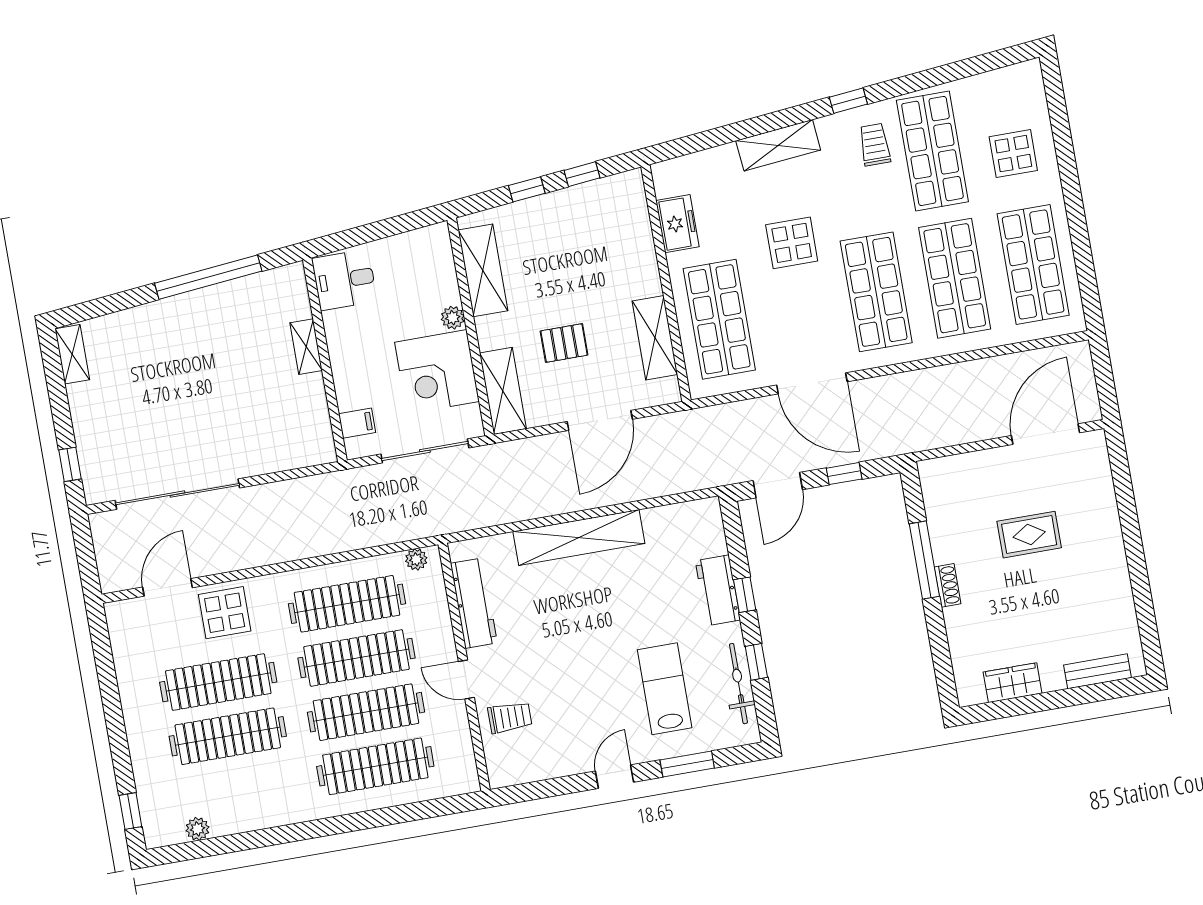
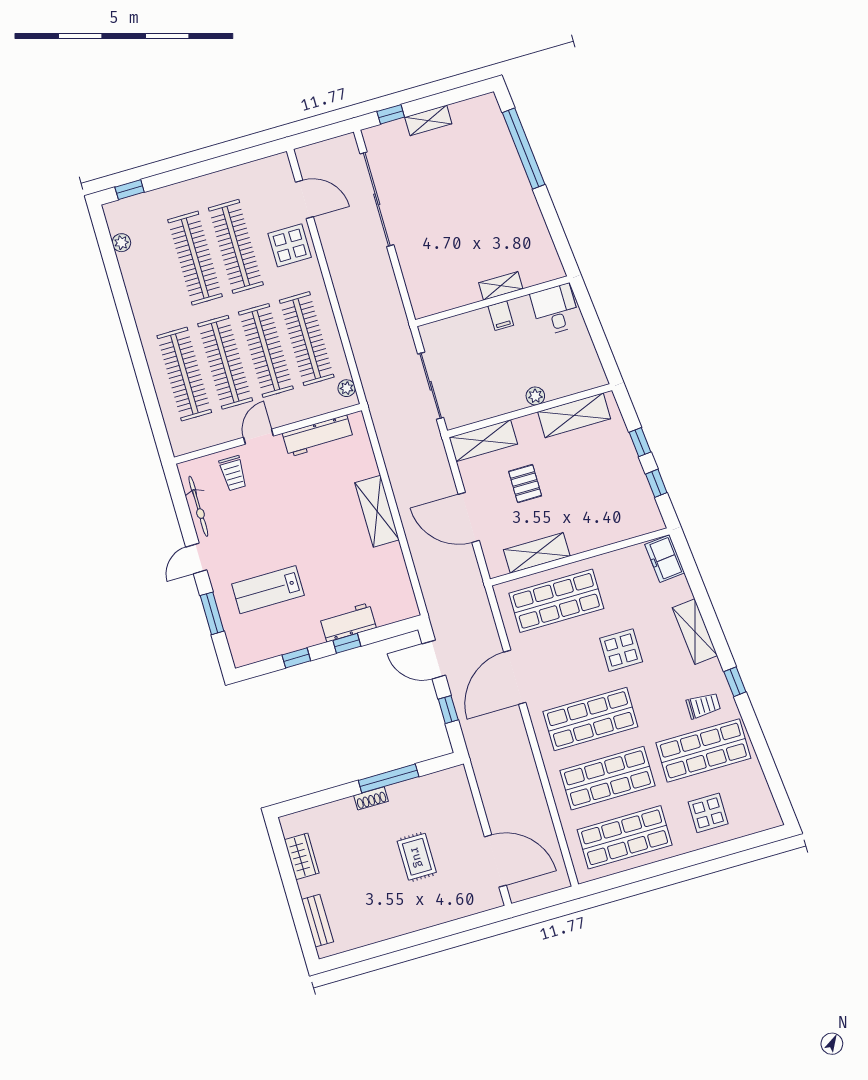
freezer: (677, 224) -> (665, 559), moved, turned 84
window: (208, 277) -> (524, 148), moved
shelving: (72, 354) -> (428, 120), moved
corner desk: (437, 372) -> (492, 388), removed
filing cabinet: (357, 423) -> (501, 316), moved
shelving: (579, 538) -> (377, 511), width x0.68
bicycle: (738, 684) -> (198, 506), moved, turned 90
lab bench: (665, 689) -> (268, 590), turned 180
door: (614, 777) -> (196, 559), swing flipped

